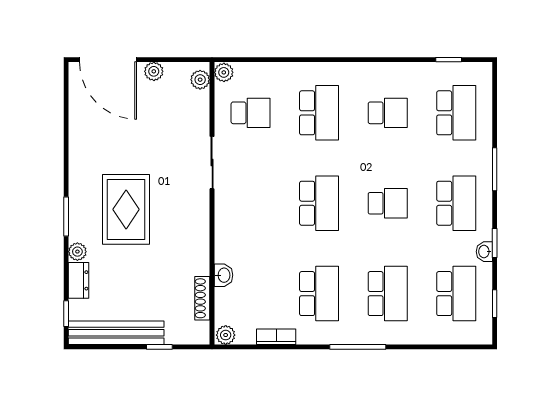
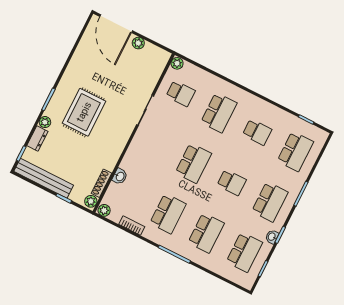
plant: (200, 80) -> (91, 201), moved

